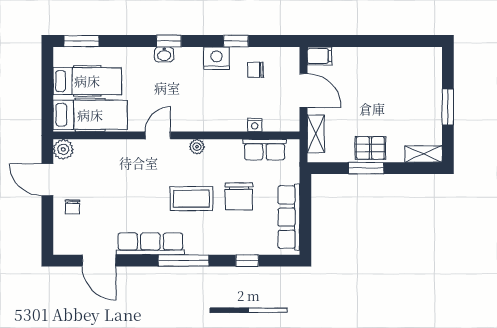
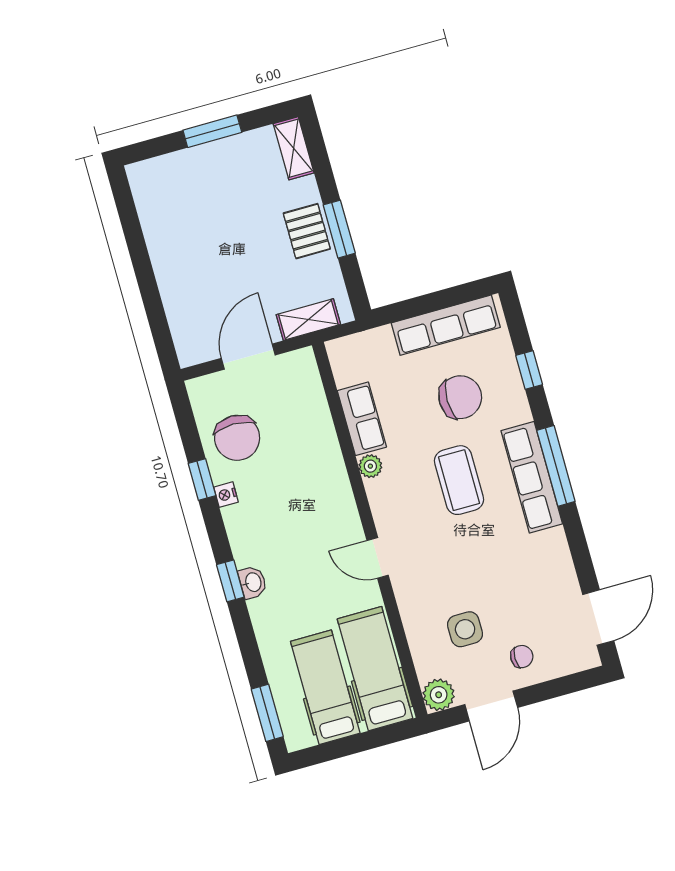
filing cabinet: (319, 56) -> (189, 347), removed
nightstand: (217, 58) -> (226, 495), width x0.53, depth x0.56
chair: (256, 70) -> (237, 438), width x1.87, depth x1.87
nightstand: (255, 125) -> (321, 416), removed
plant: (197, 147) -> (370, 466), moved
row of seats: (265, 150) -> (362, 419), moved
side table: (99, 177) -> (465, 629), added
chair: (239, 196) -> (460, 397), moved
row of seats: (150, 244) -> (532, 477), moved
door: (99, 261) -> (598, 618), moved

